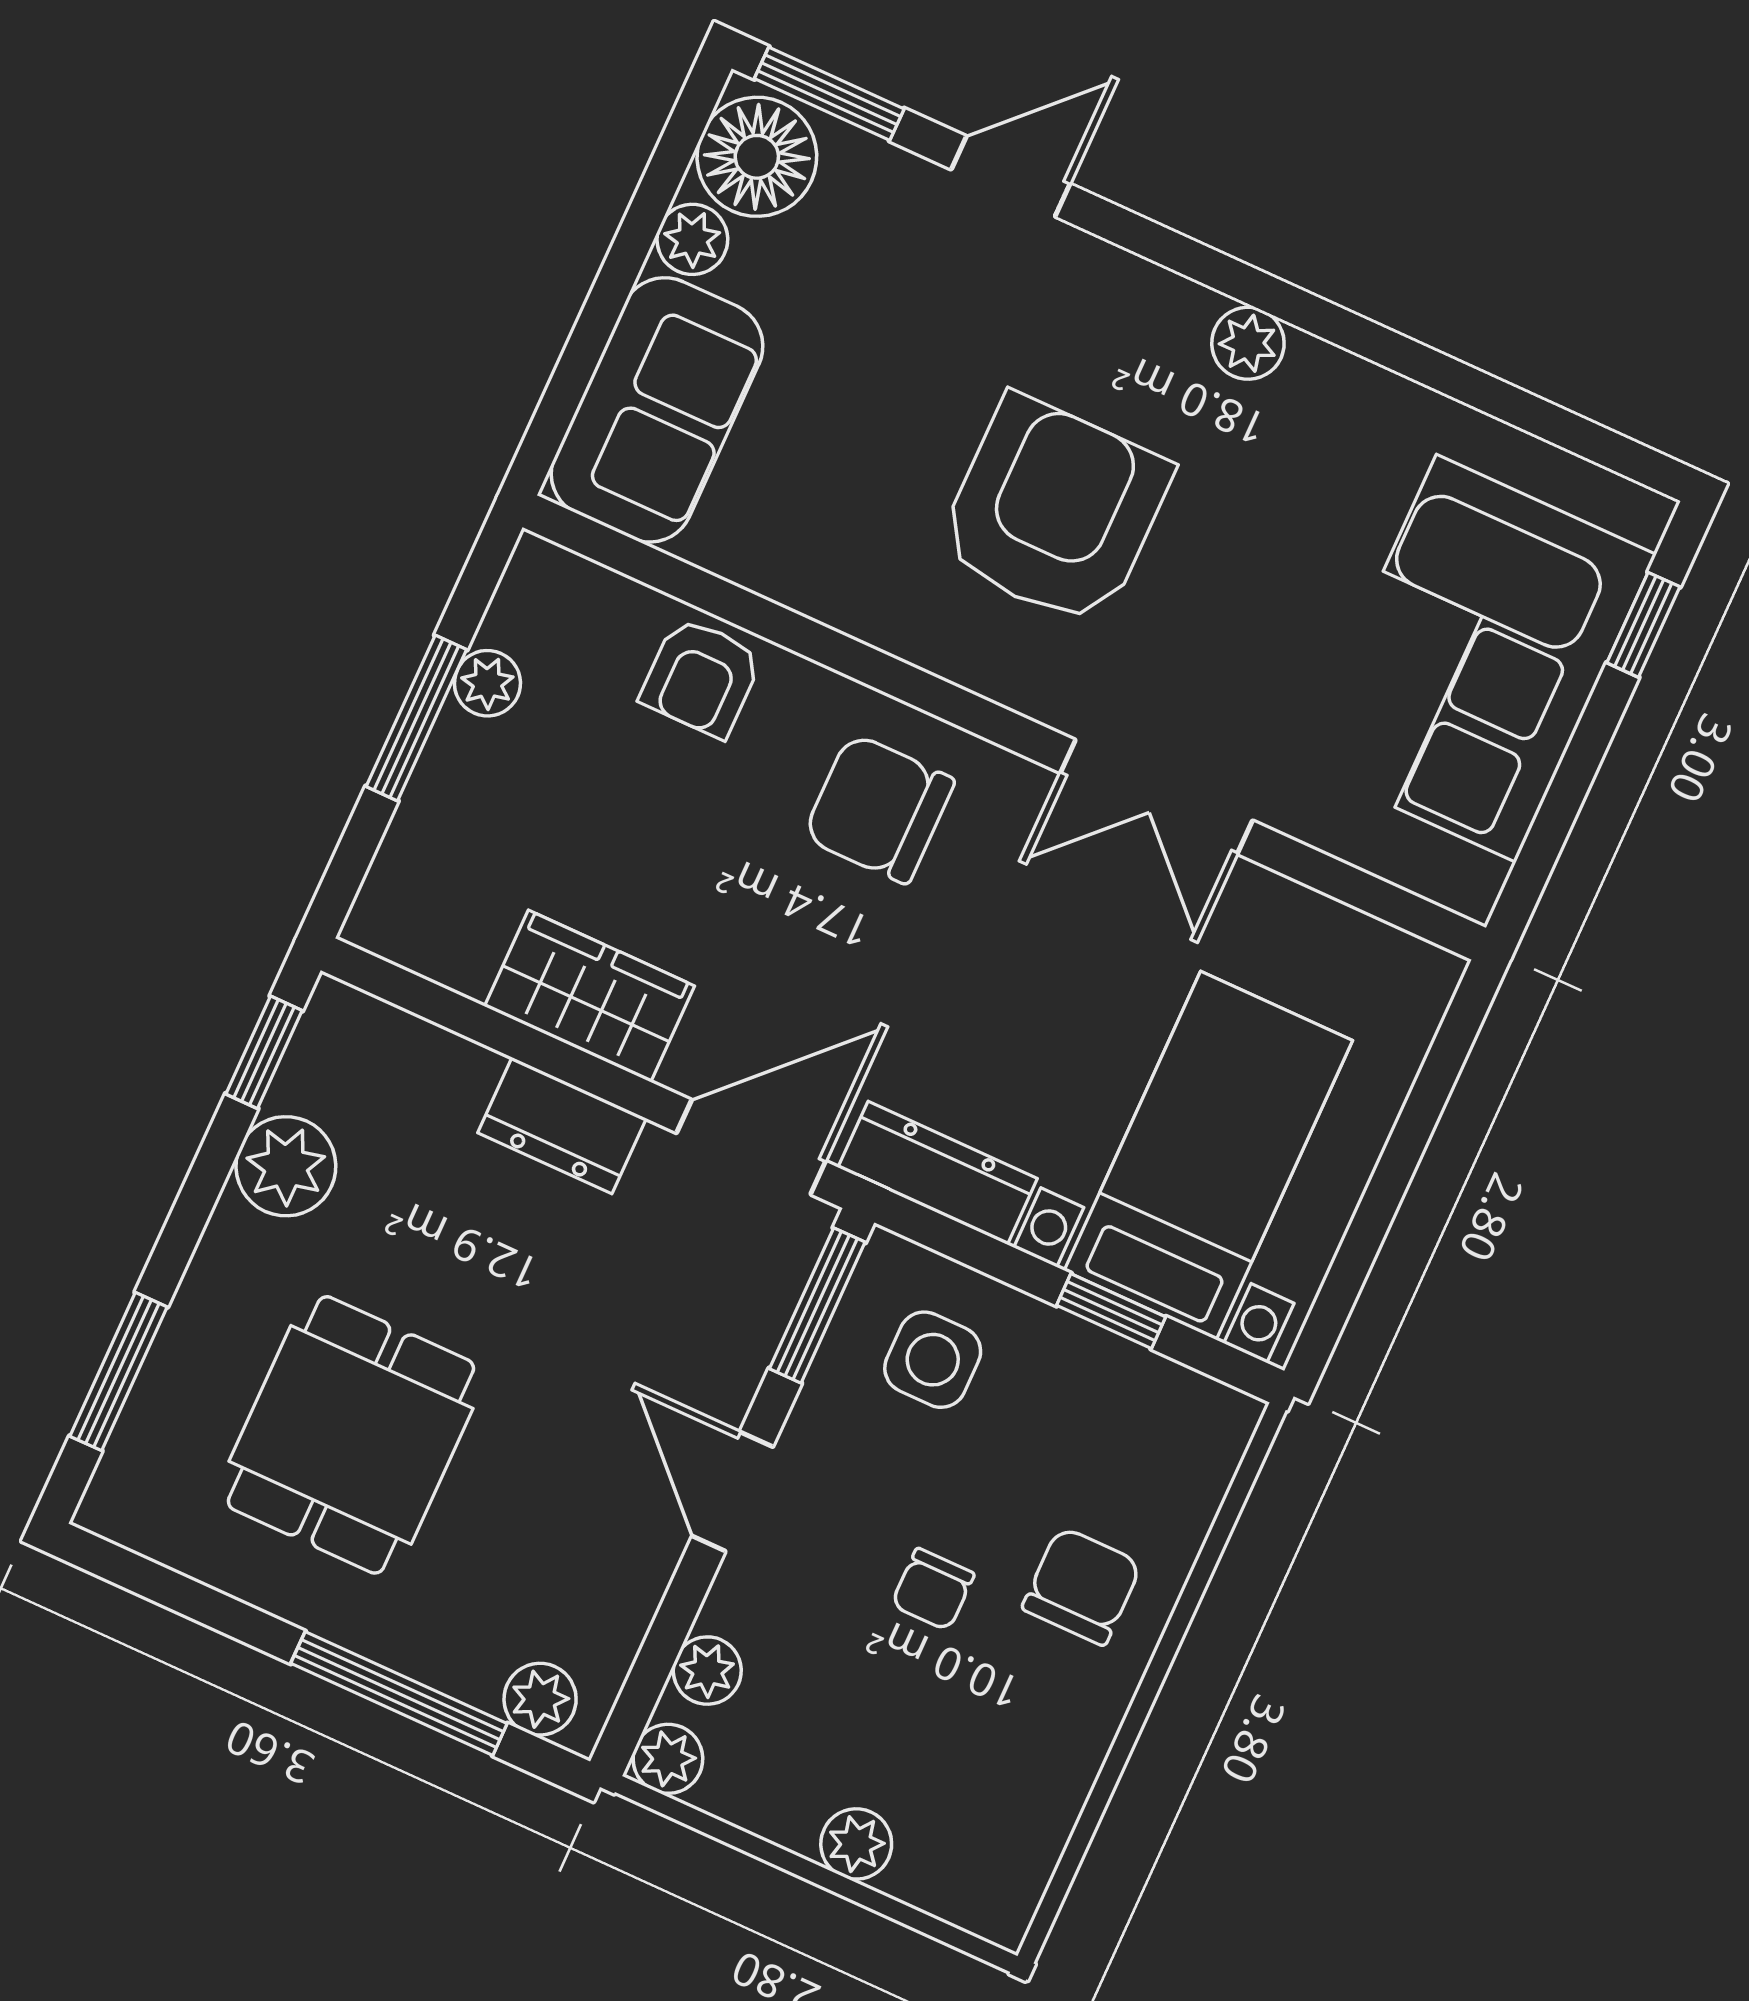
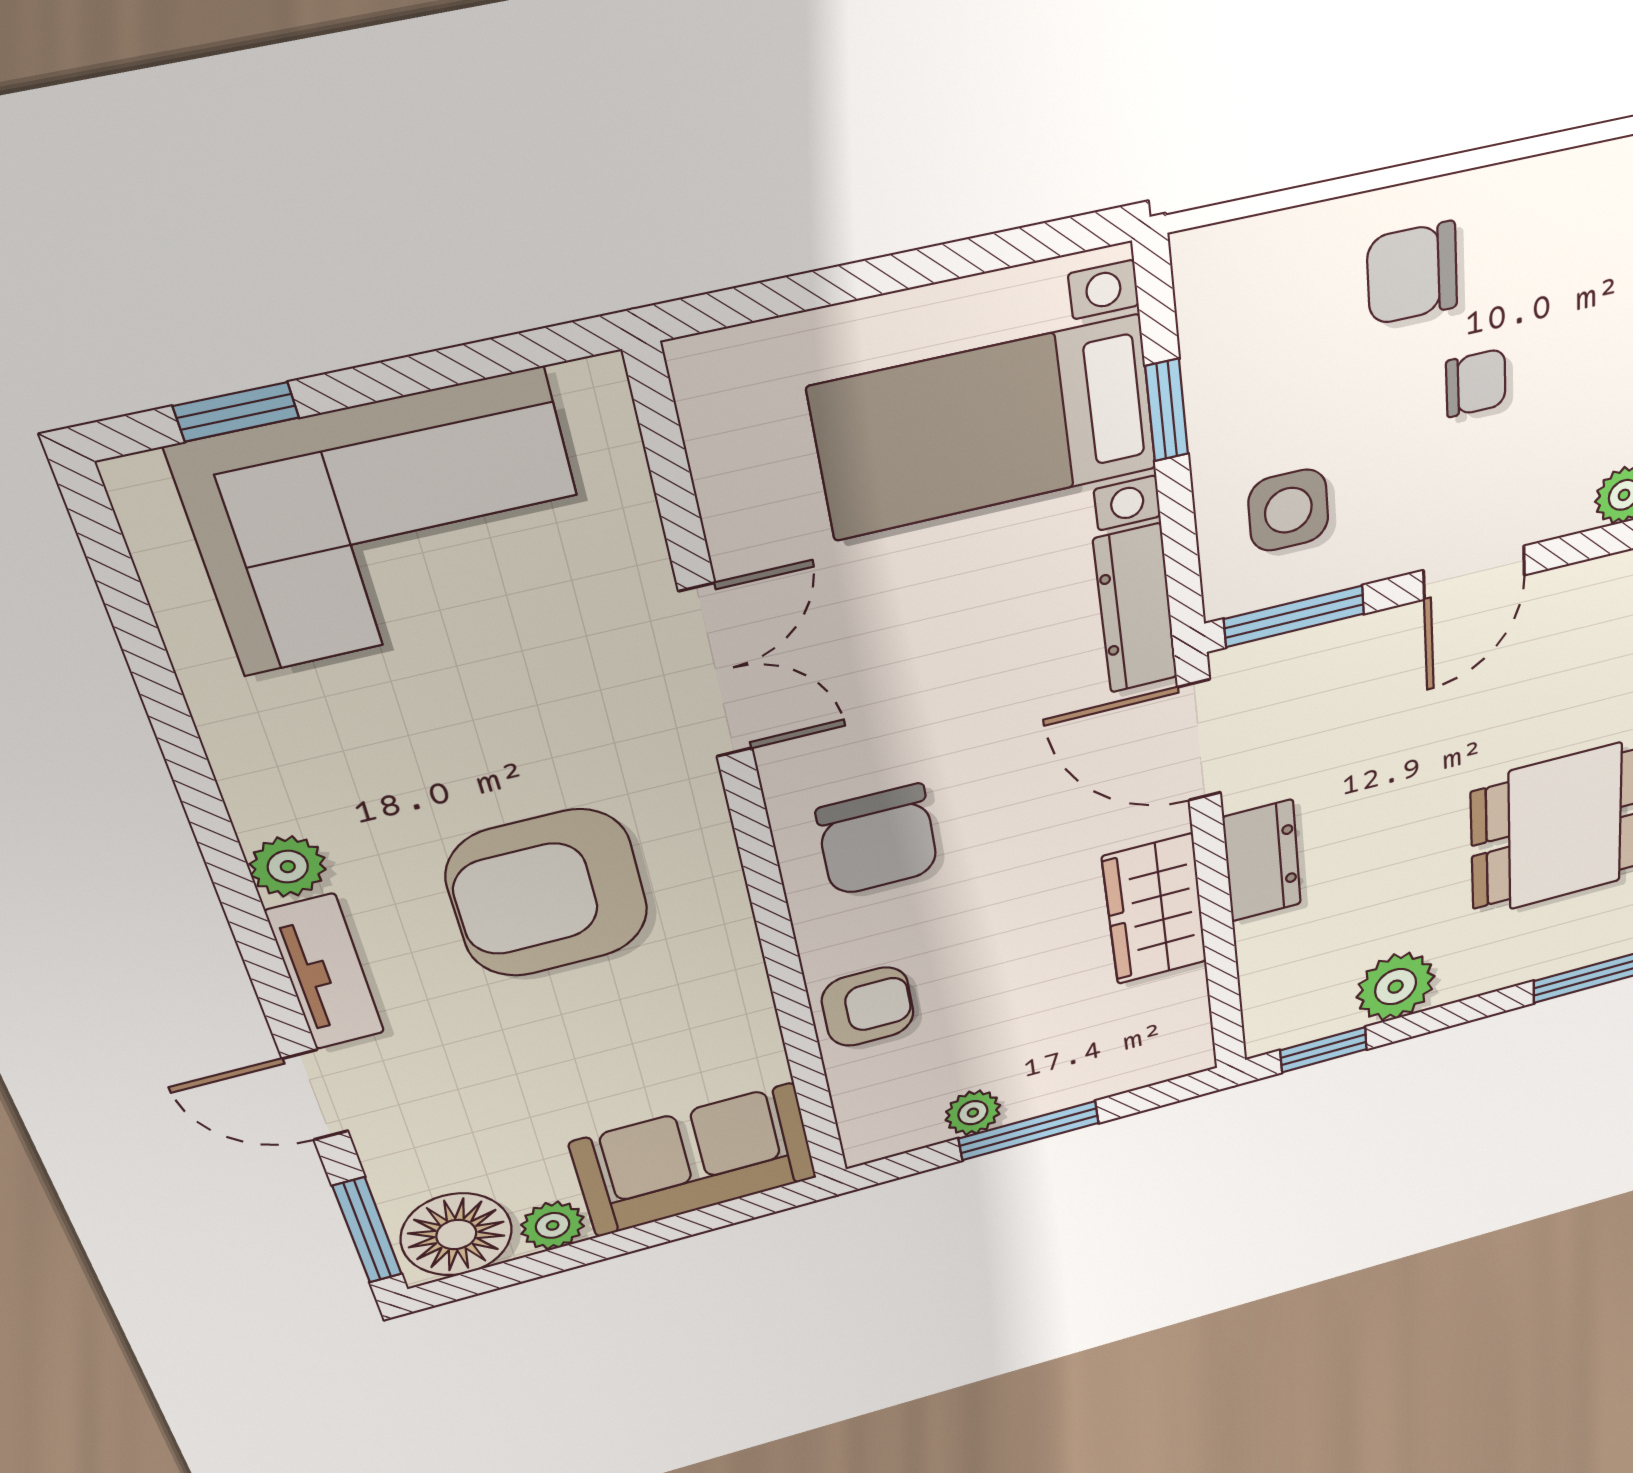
tv unit: (1126, 286) -> (325, 972), added

